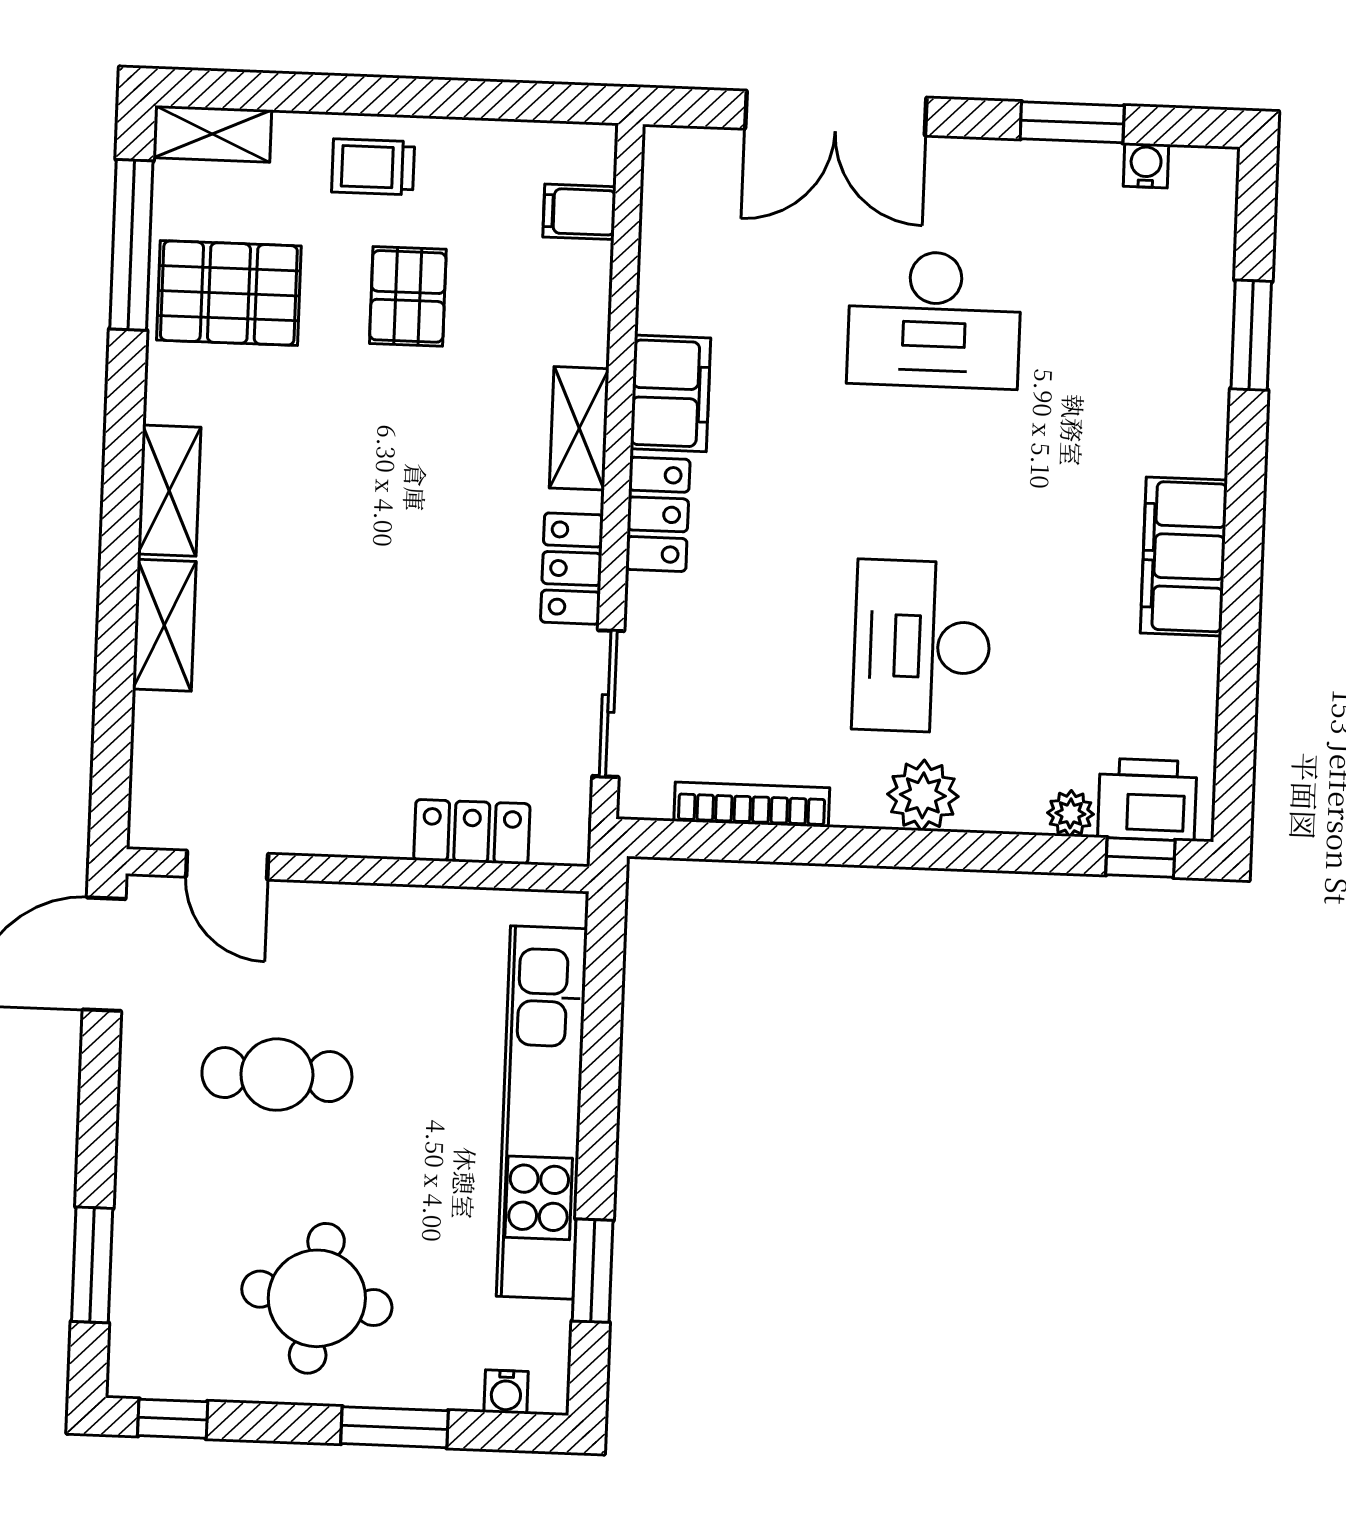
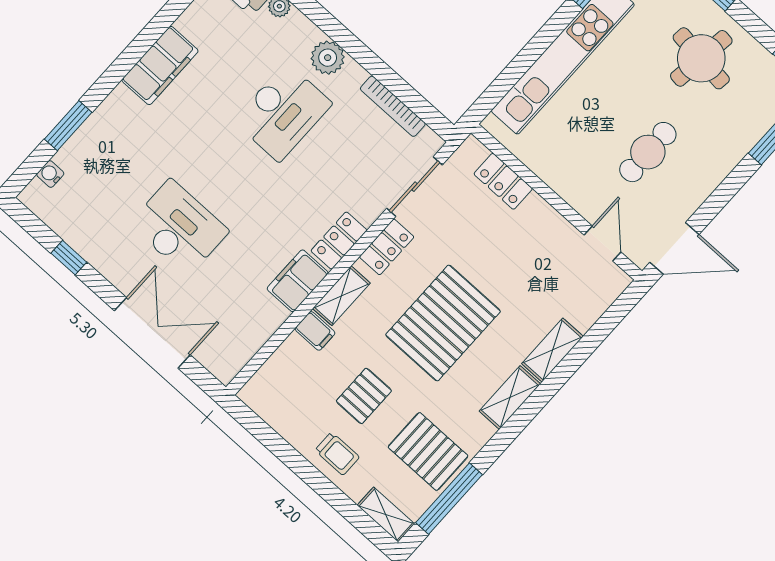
window: (1072, 122) -> (69, 258), width x0.67
water cooler: (1146, 165) -> (50, 174), moved, turned 90
filing cabinet: (579, 212) -> (315, 331), moved
pallet: (378, 521) -> (443, 323), added
cafe table: (277, 1075) -> (648, 152), turned 90

